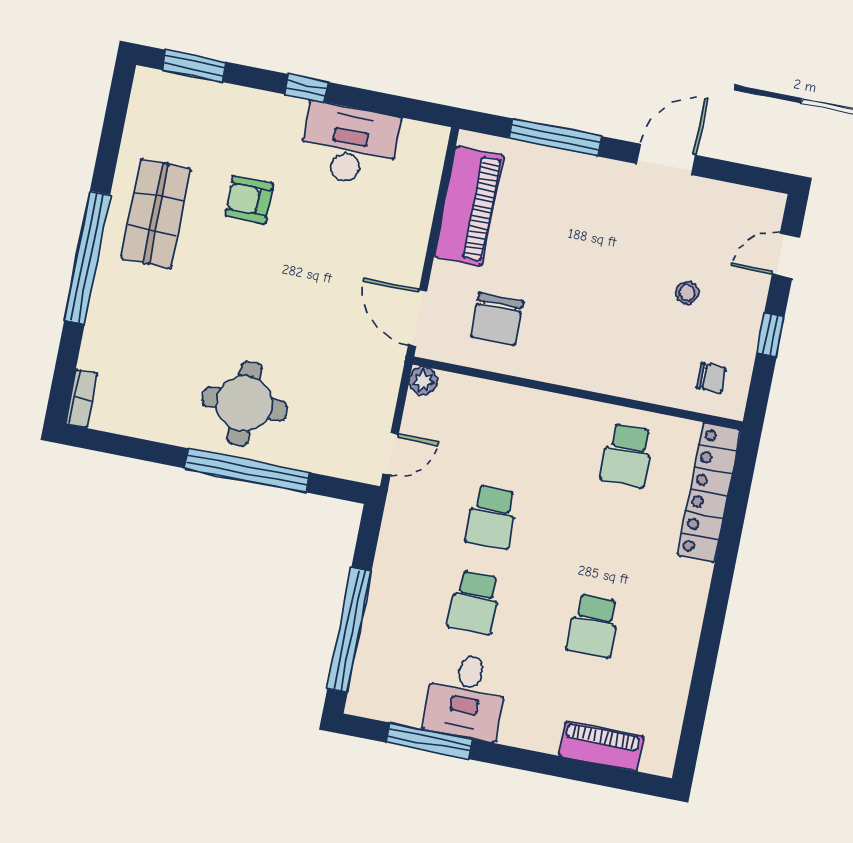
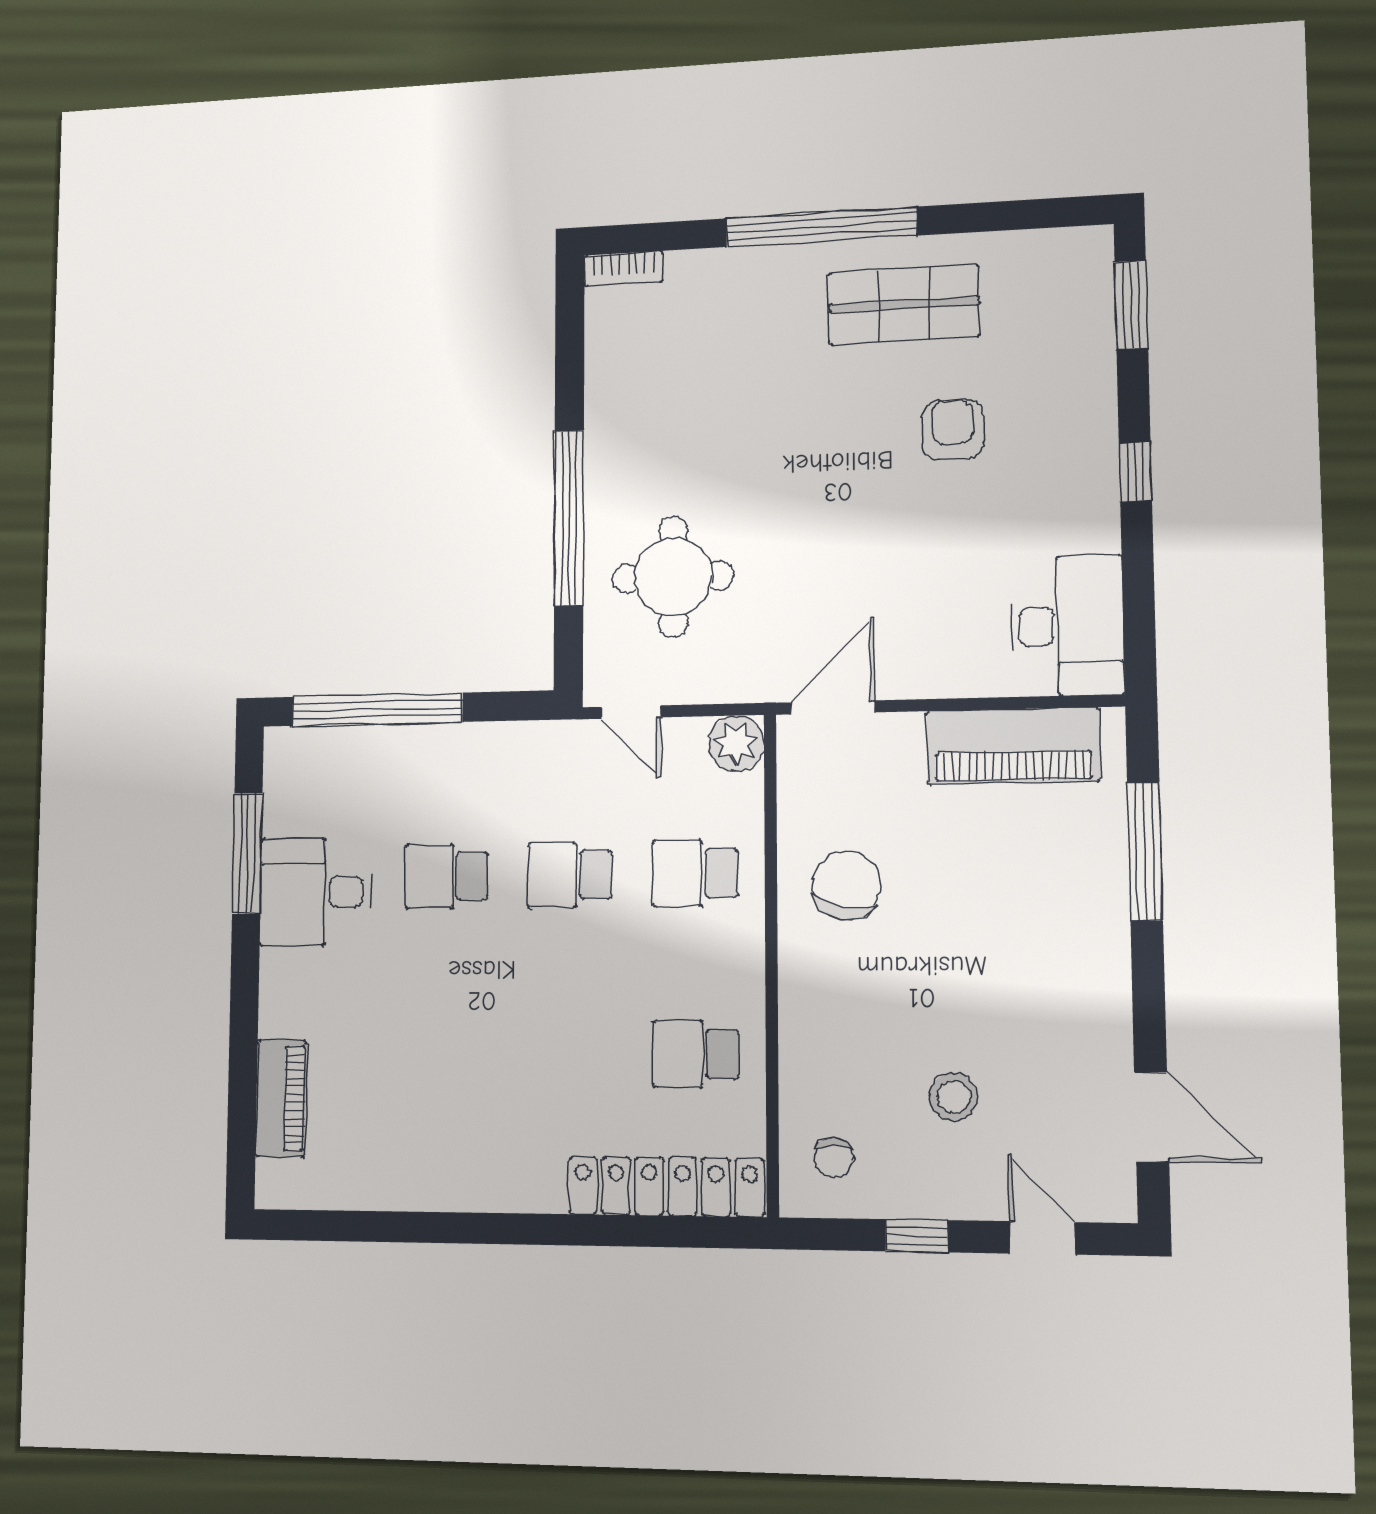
desk: (349, 145) -> (1067, 626), moved
door: (666, 159) -> (1152, 1117), moved
stool: (687, 293) -> (954, 1097), width x1.37, depth x1.37
chair: (497, 319) -> (846, 886), moved, turned 100
plant: (423, 381) -> (736, 743), width x1.38, depth x1.38
round table: (244, 404) -> (673, 577), moved
school desk: (593, 626) -> (695, 873), moved

